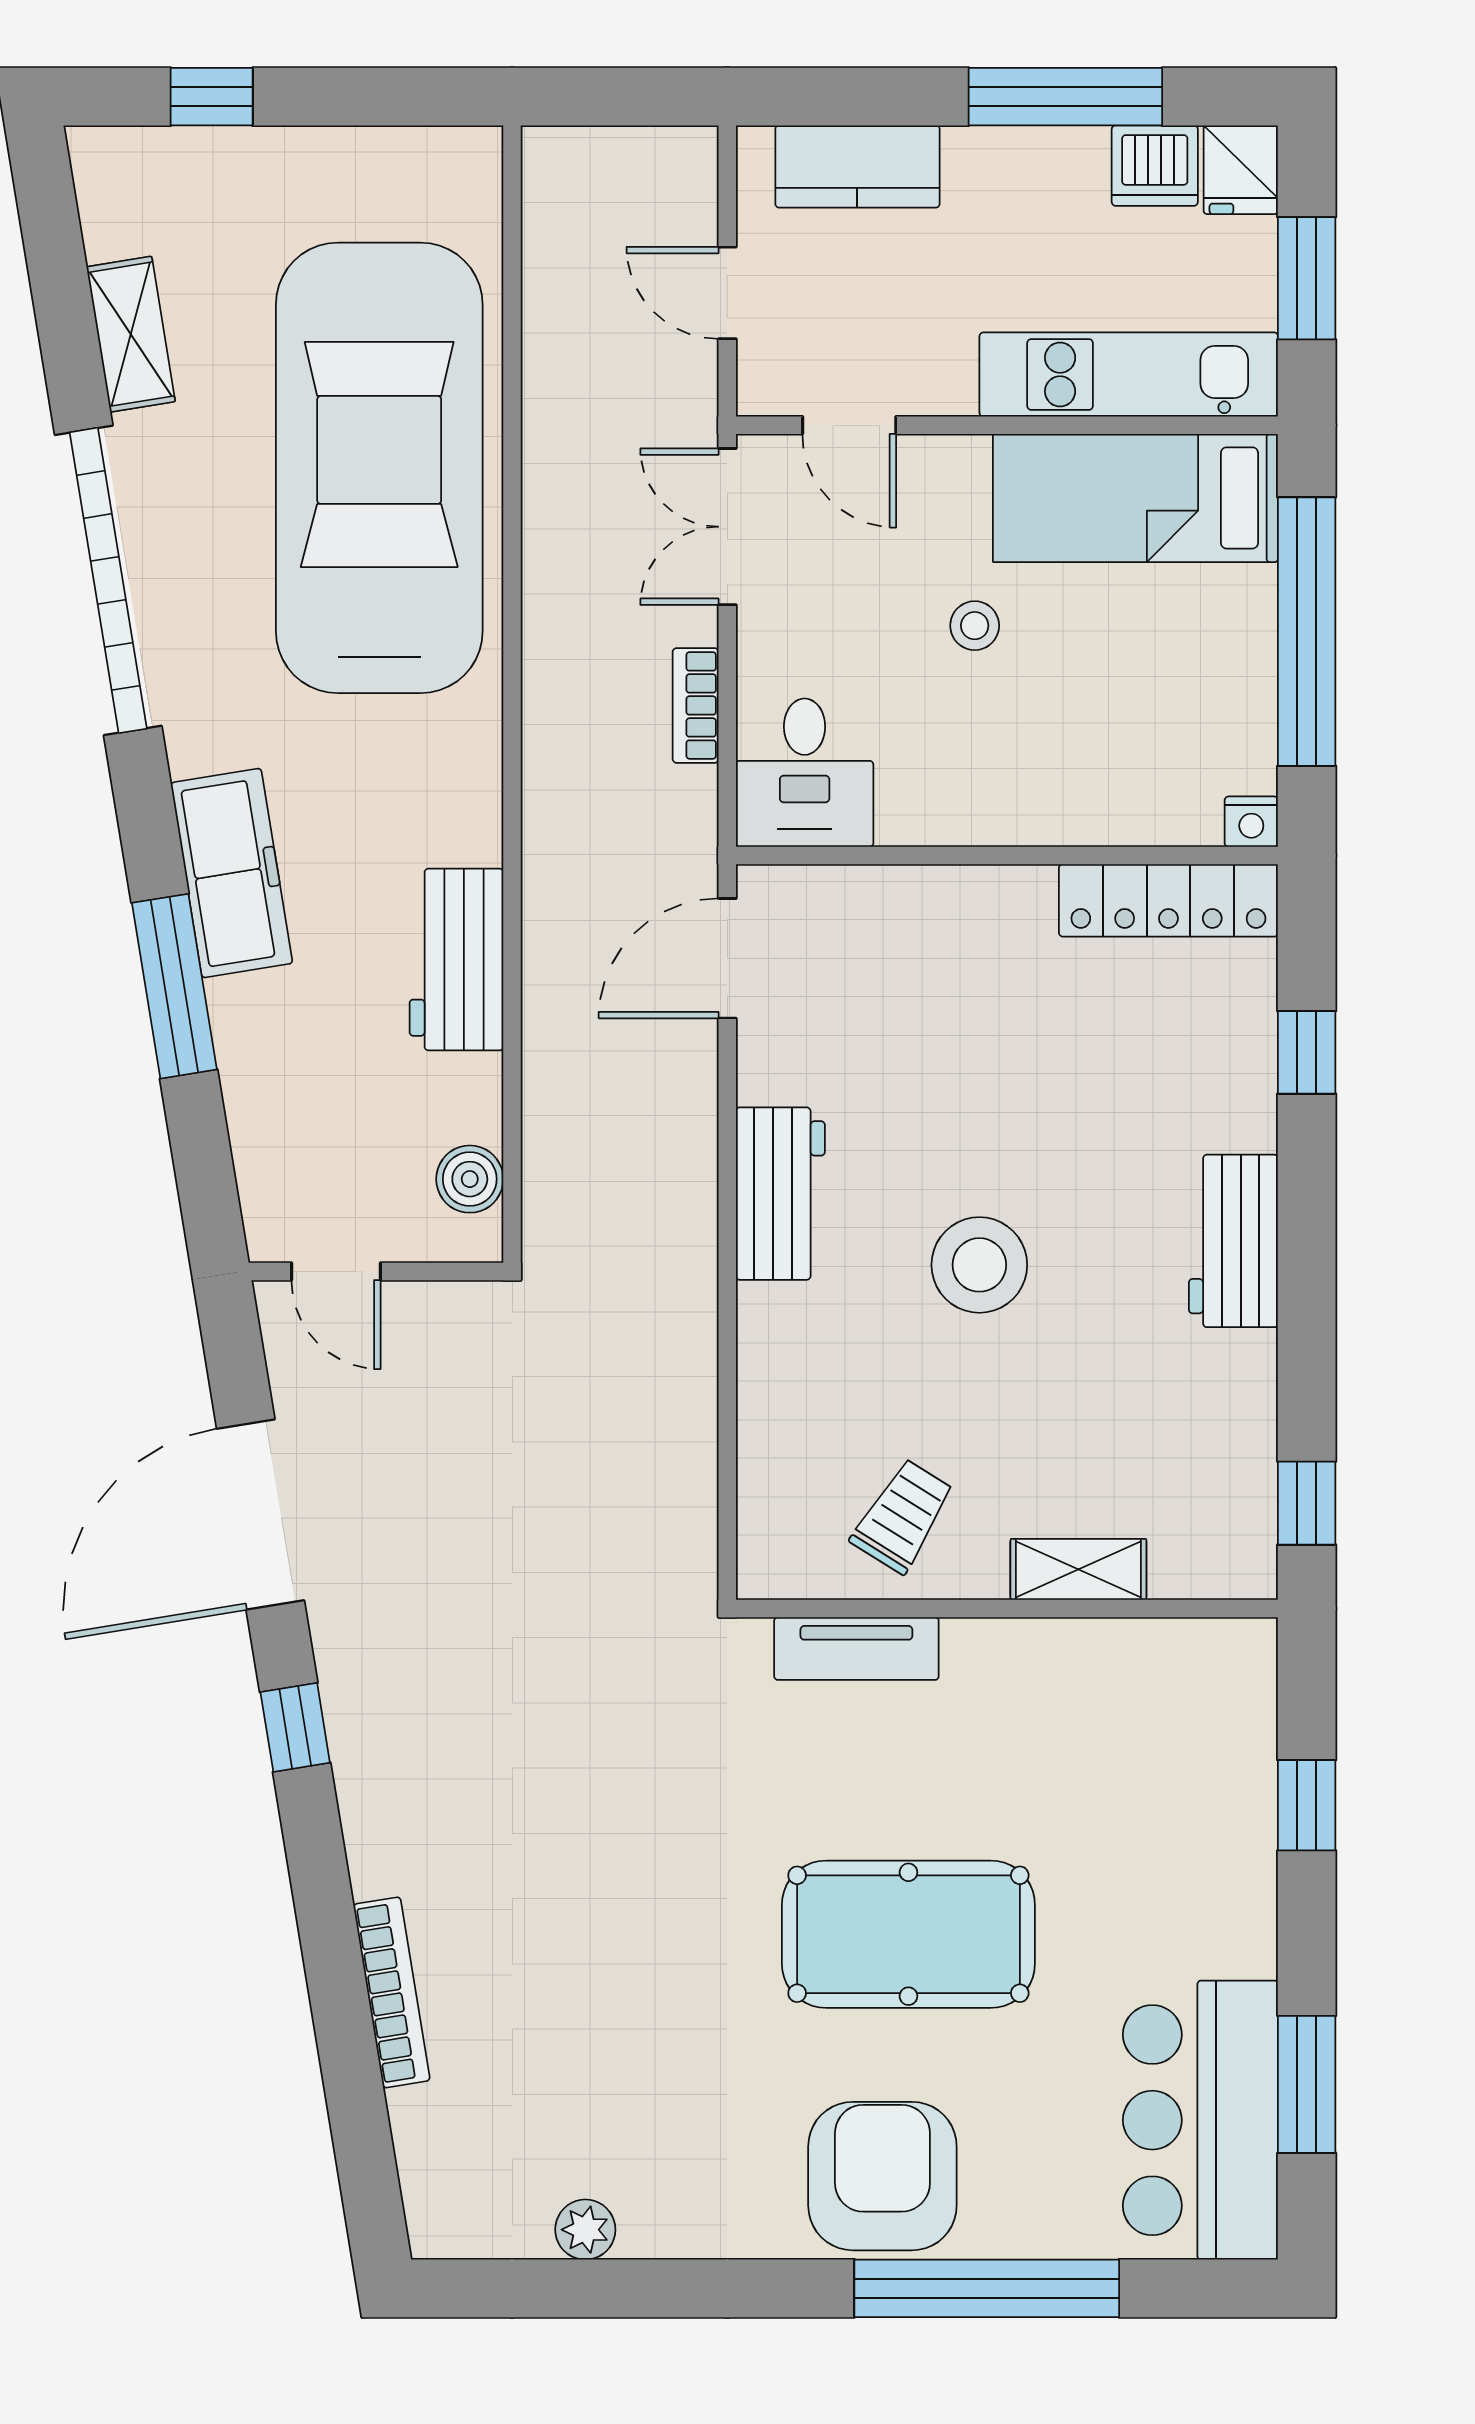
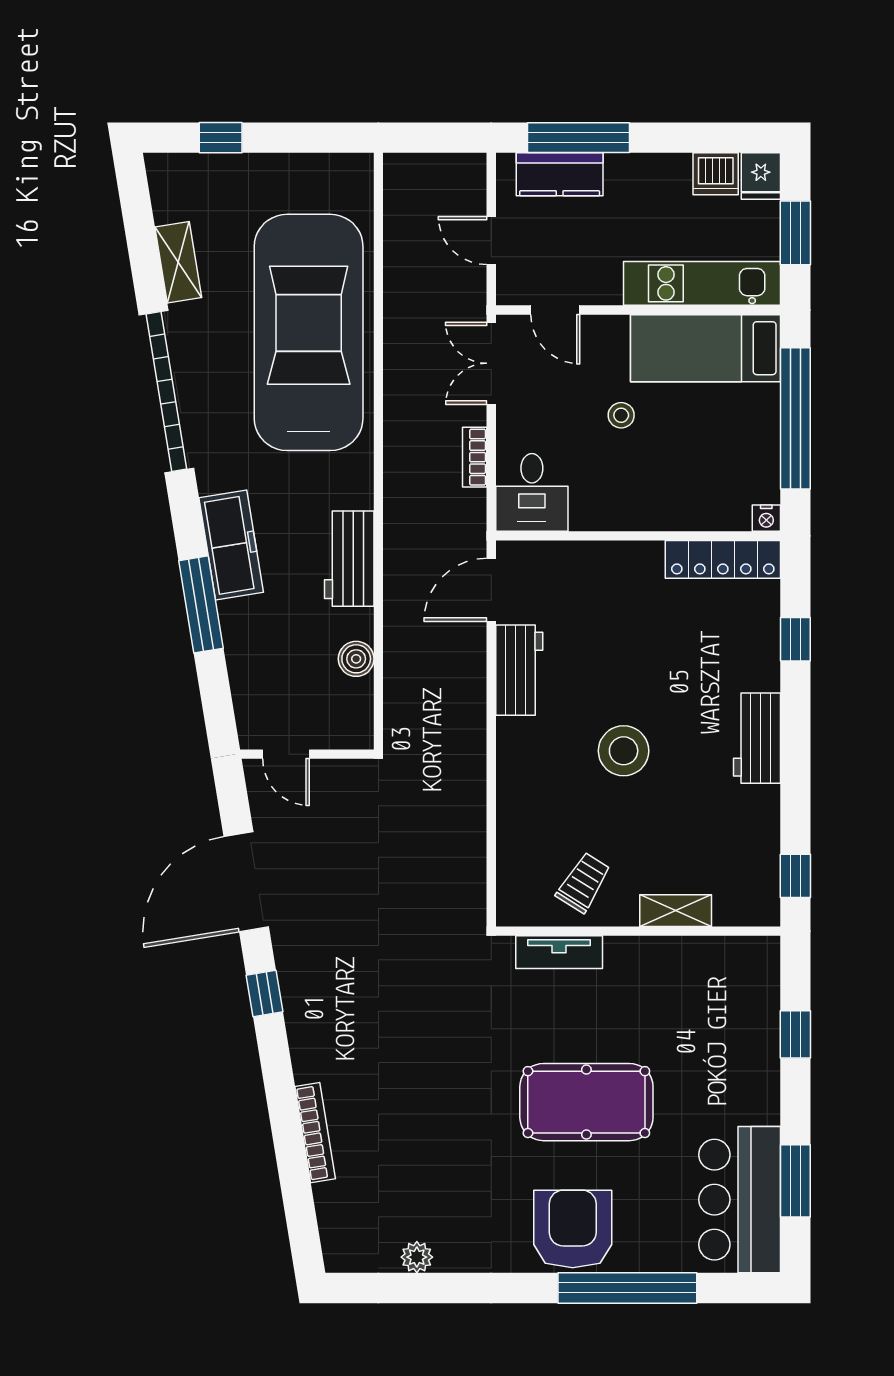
window: (1065, 97) -> (578, 138), moved
workbench: (456, 960) -> (349, 559), moved
boiler: (470, 1179) -> (356, 659), moved
workbench: (780, 1194) -> (519, 670), moved

